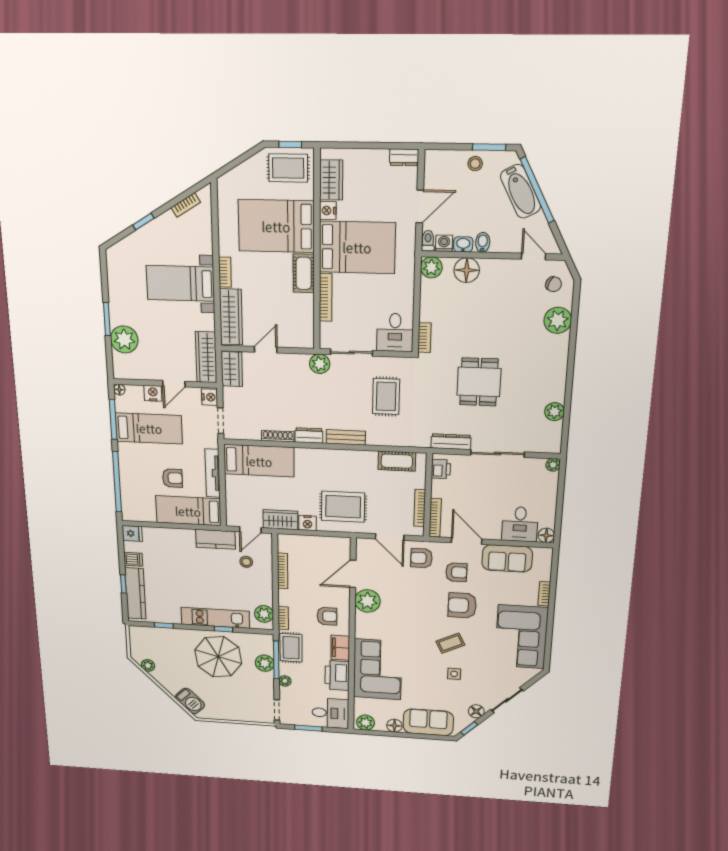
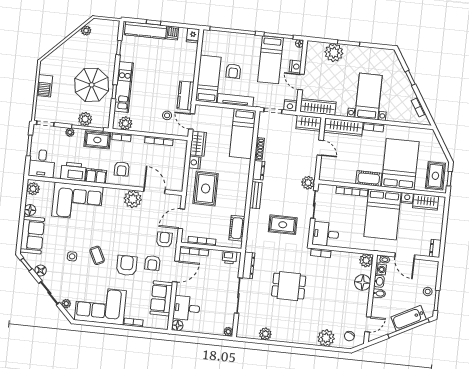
plant: (521, 679) -> (66, 304), added
barbecue: (190, 701) -> (44, 86), moved, turned -45

